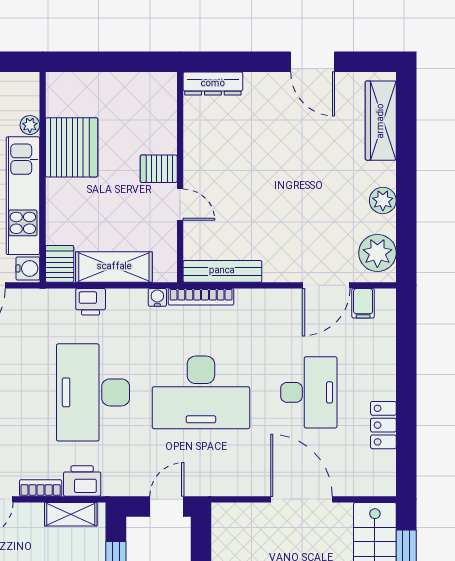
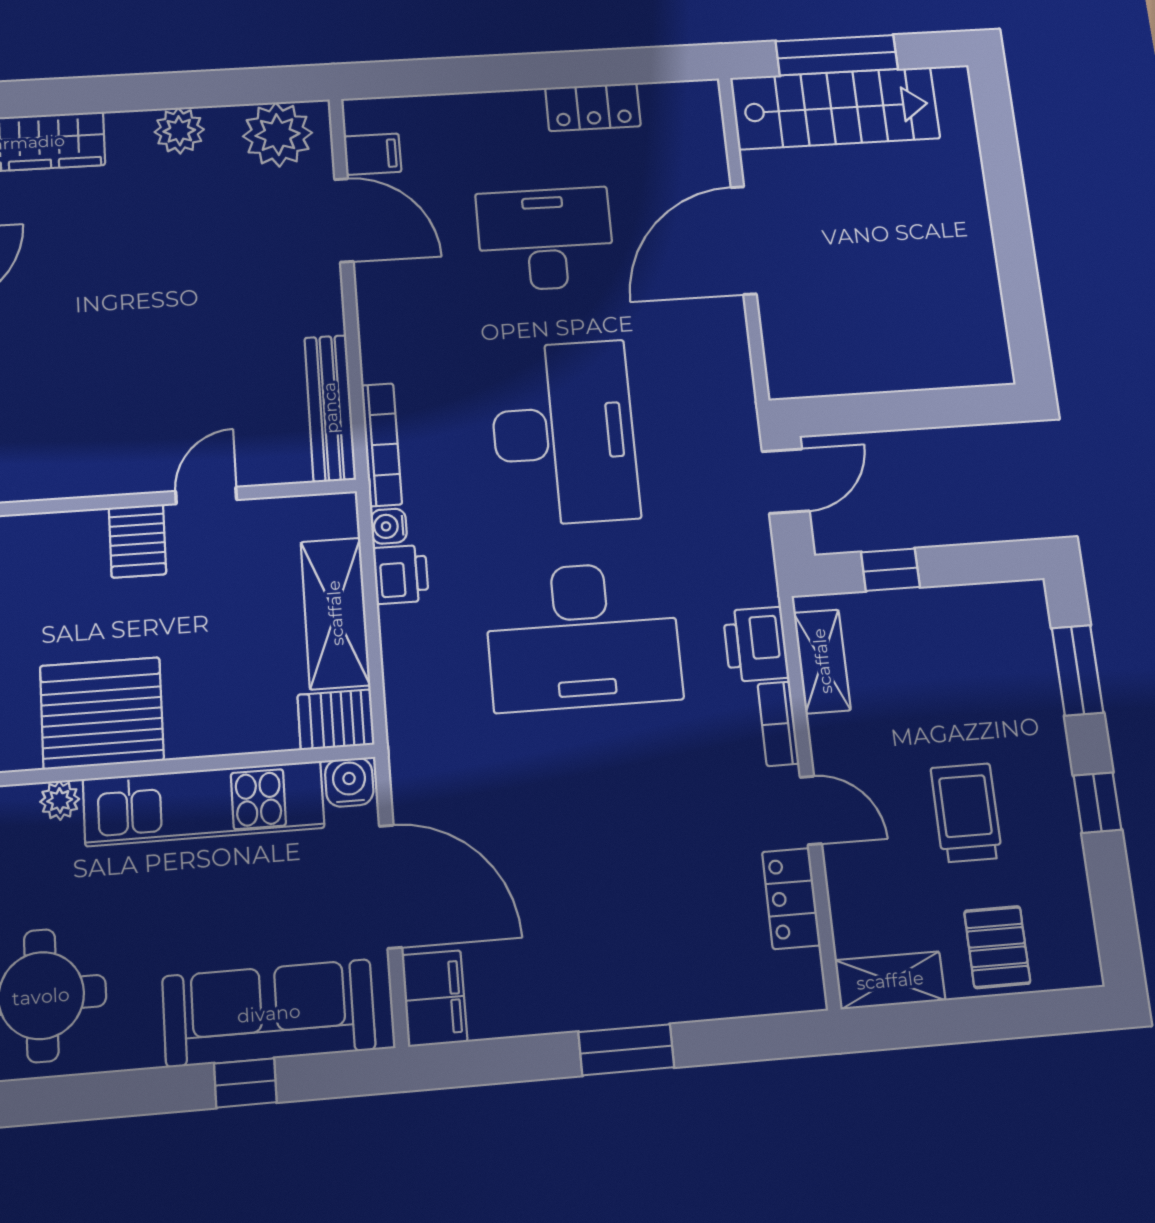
printer: (91, 302) -> (401, 574), moved
door: (167, 506) -> (786, 481), swing flipped

